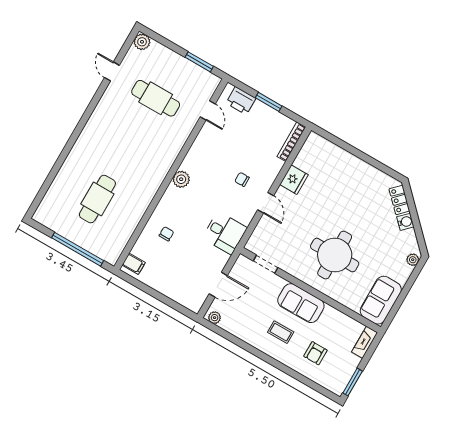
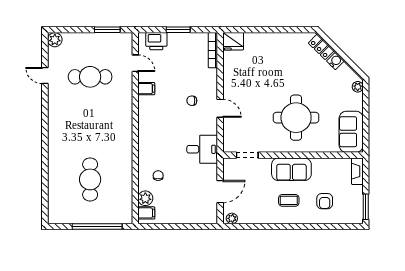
filing cabinet: (204, 142) -> (146, 89), added
plant: (181, 179) -> (145, 198), moved
fridge: (294, 180) -> (233, 41), moved, turned 90

